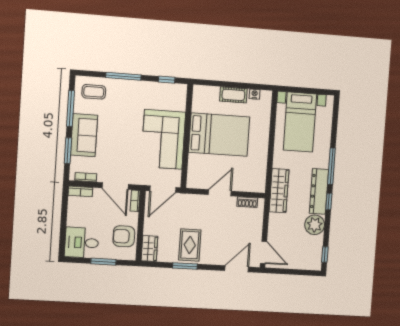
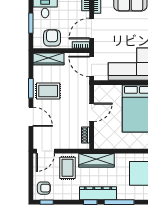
door: (220, 193) -> (92, 112), hinge flipped
plant: (315, 225) -> (70, 192), removed
rug: (285, 227) -> (67, 168), added
wardrobe: (149, 249) -> (49, 59), width x1.50
armchair: (308, 257) -> (44, 188), added
door: (237, 269) -> (31, 117), moved

